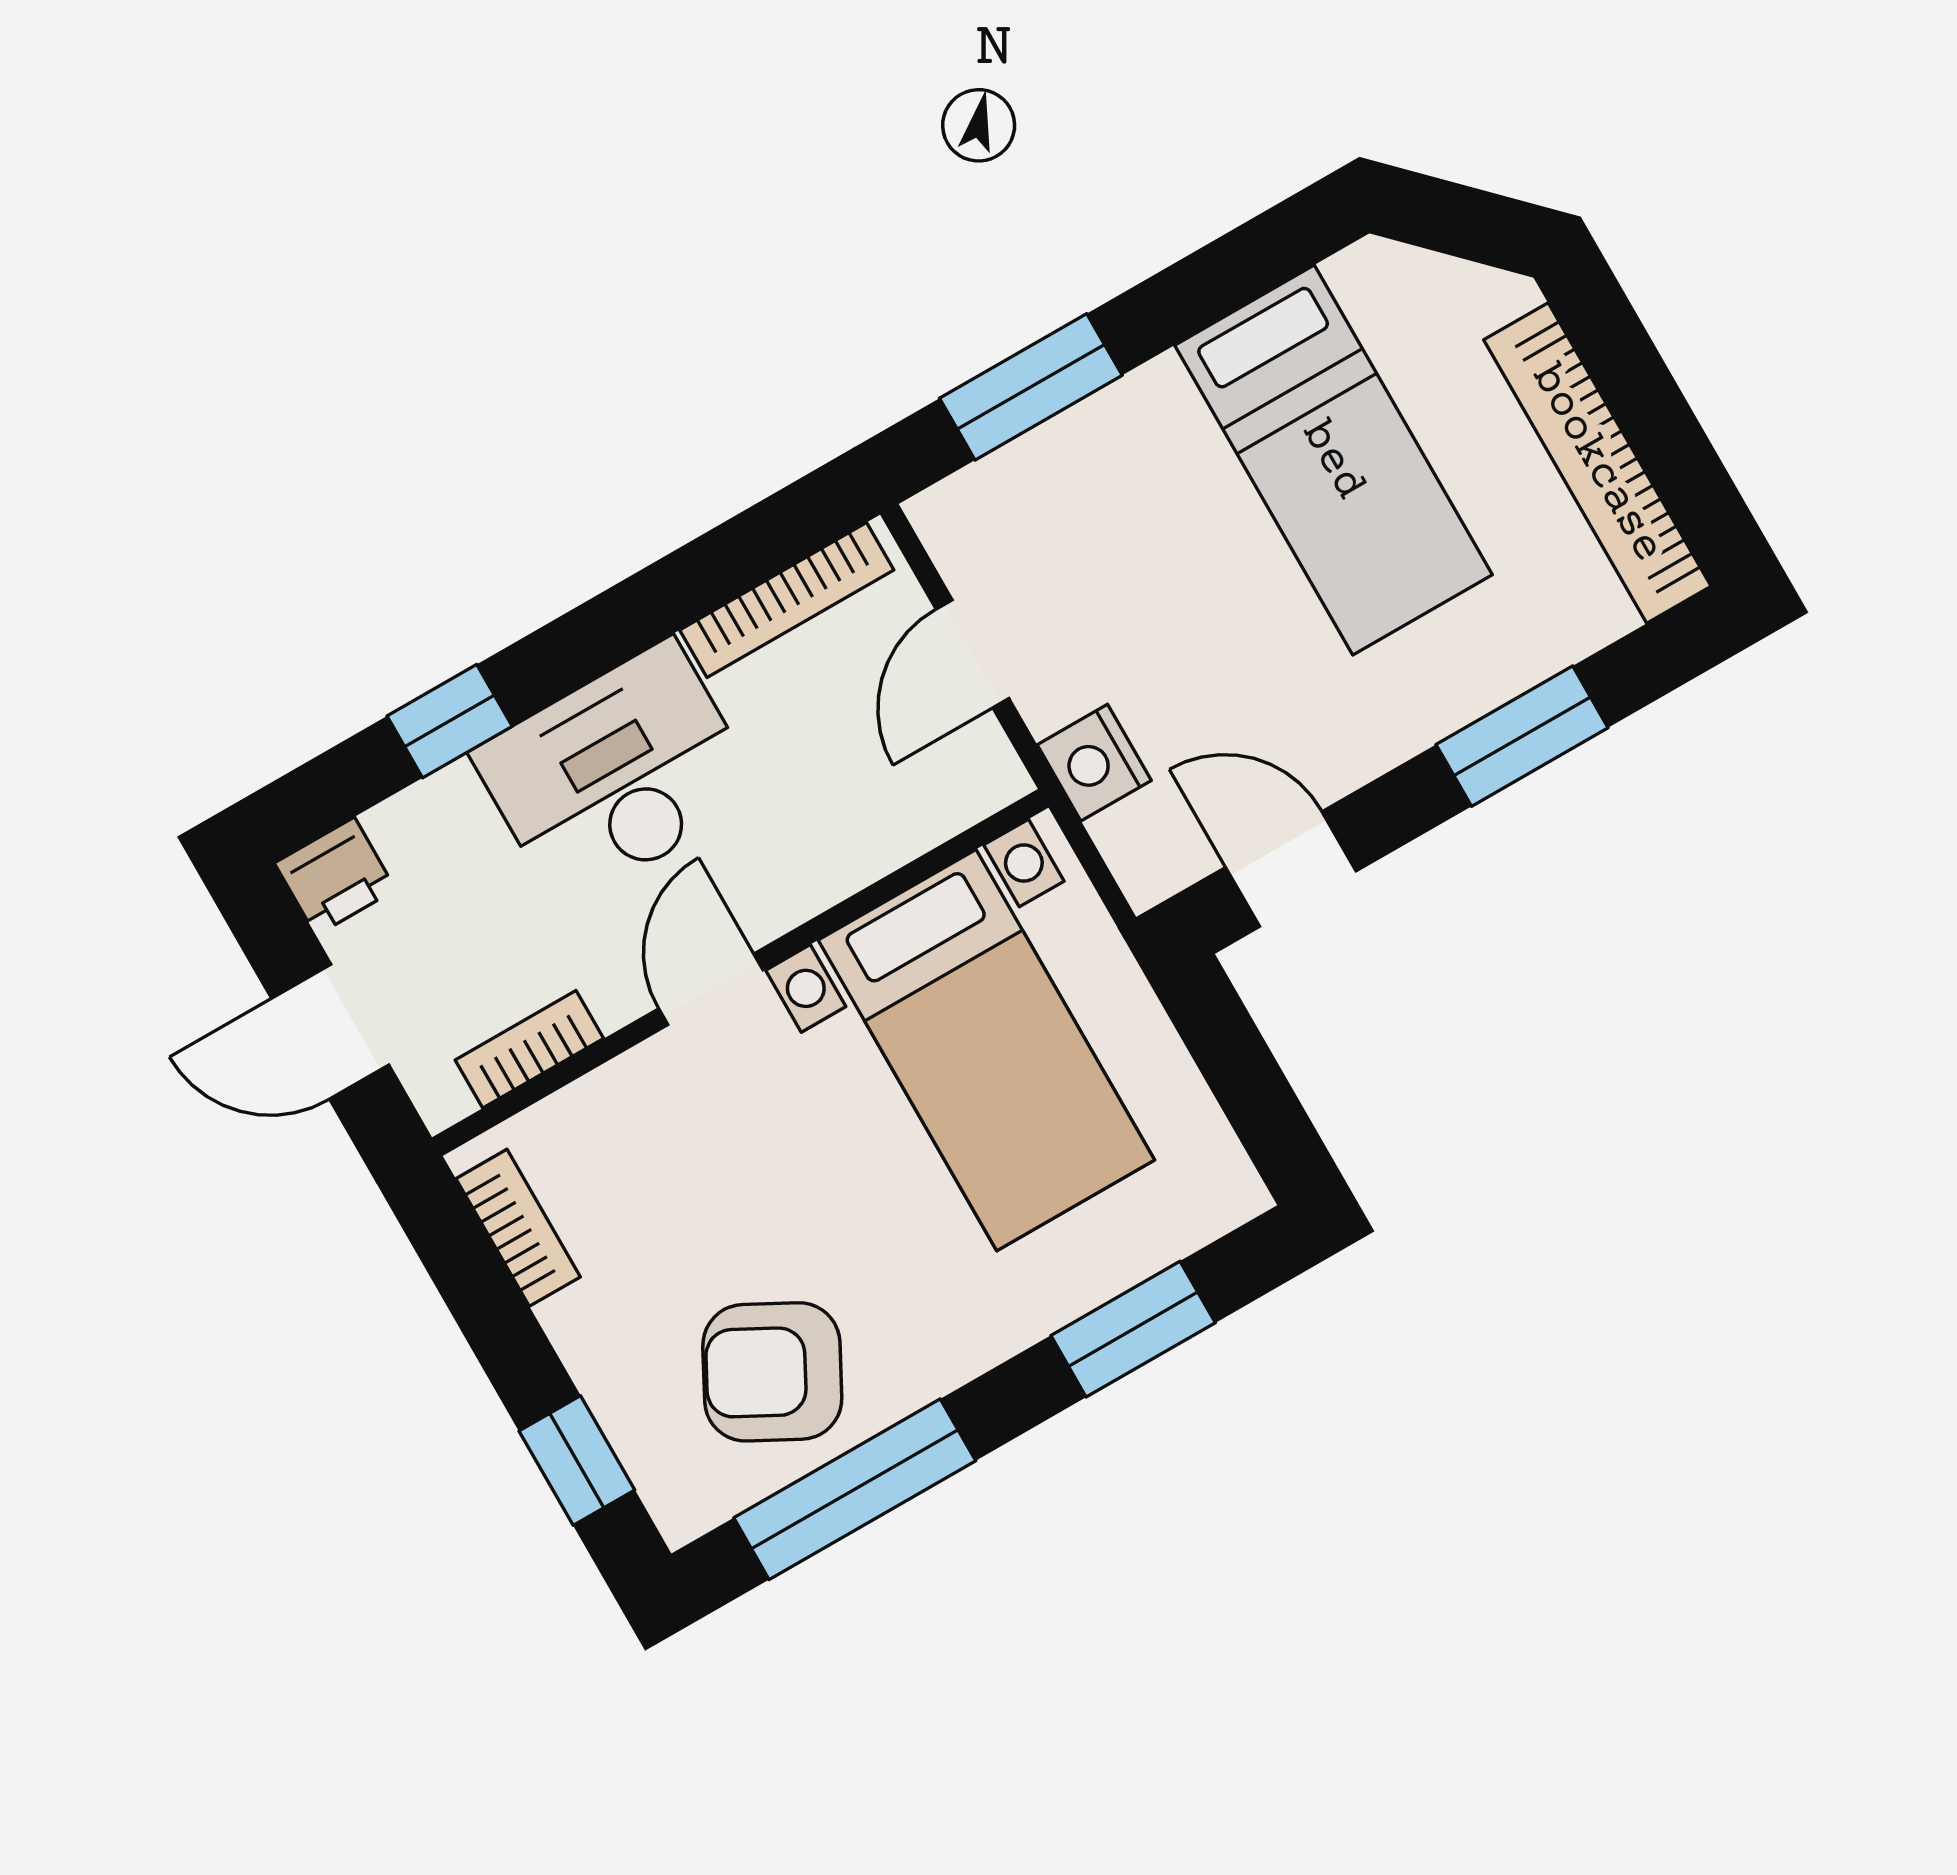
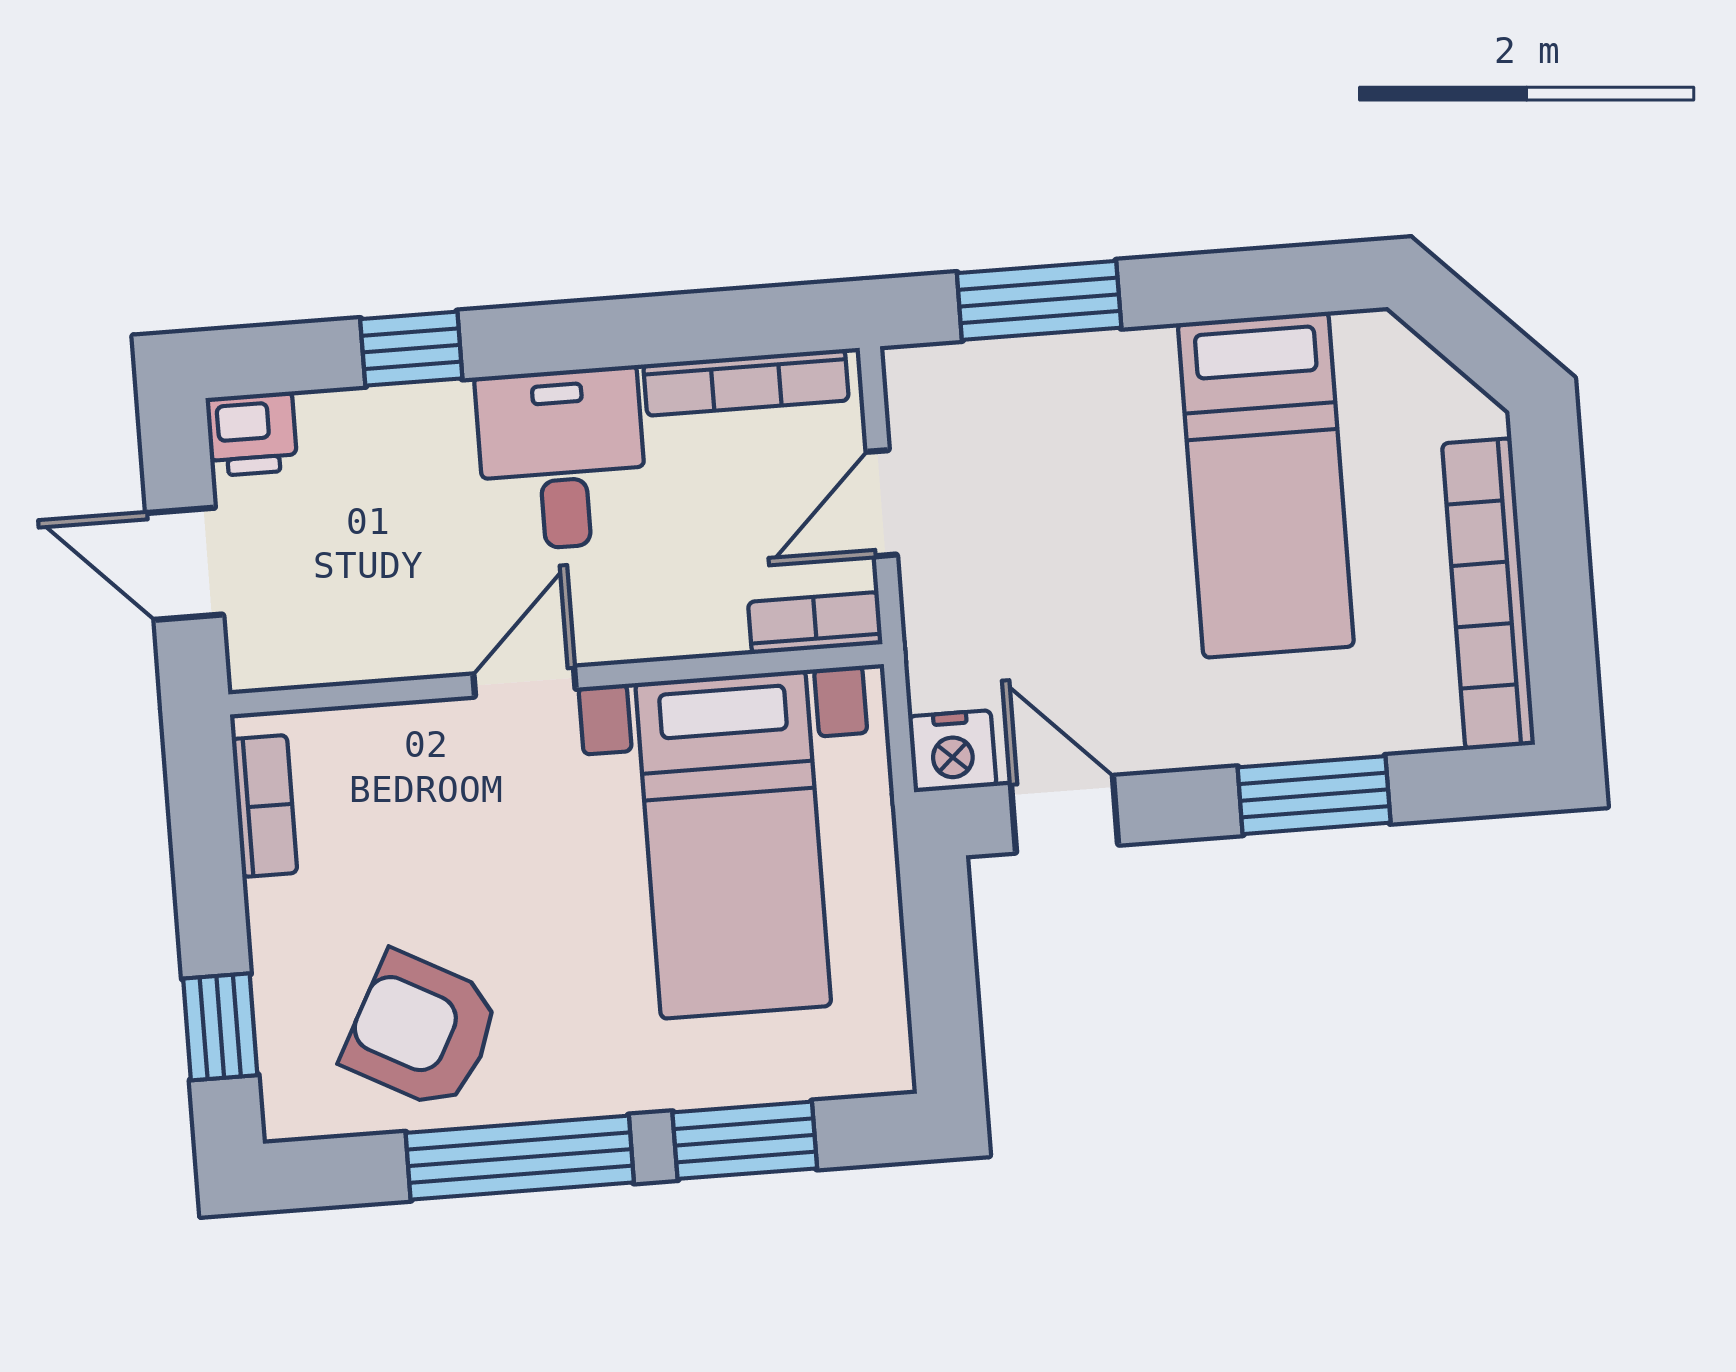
nightstand: (1094, 763) -> (952, 751), moved, turned -90
desk: (617, 774) -> (562, 459), width x0.73
bookcase: (529, 1049) -> (815, 623), moved
window: (855, 1489) -> (520, 1158), moved

